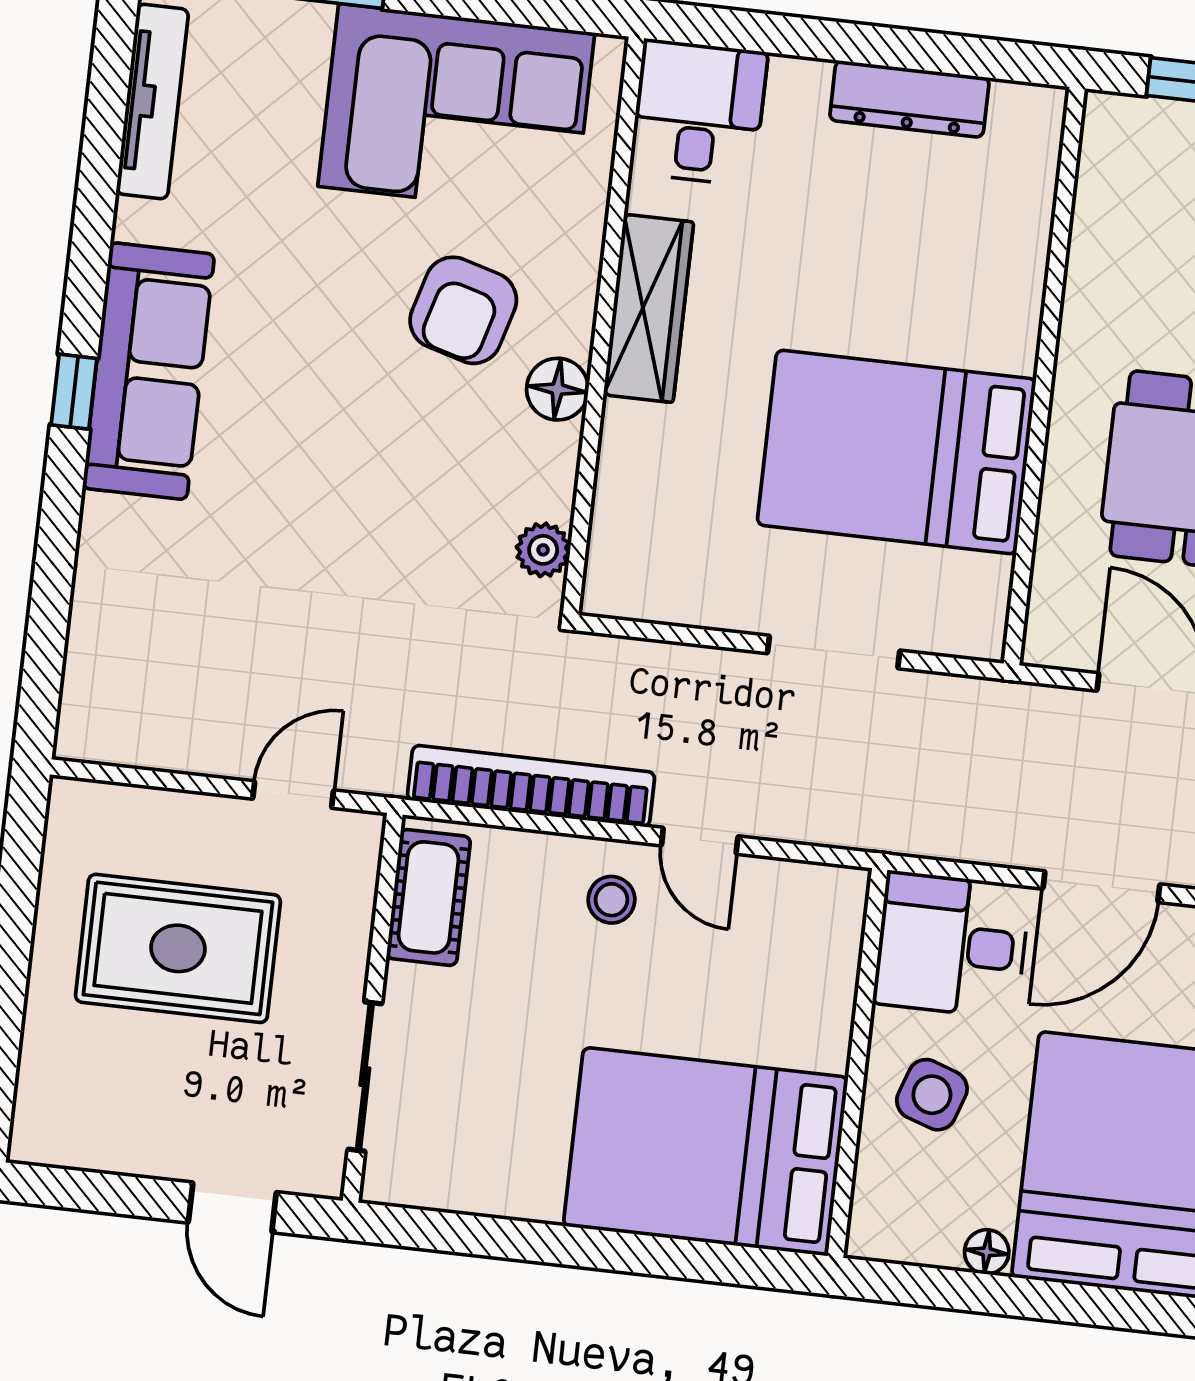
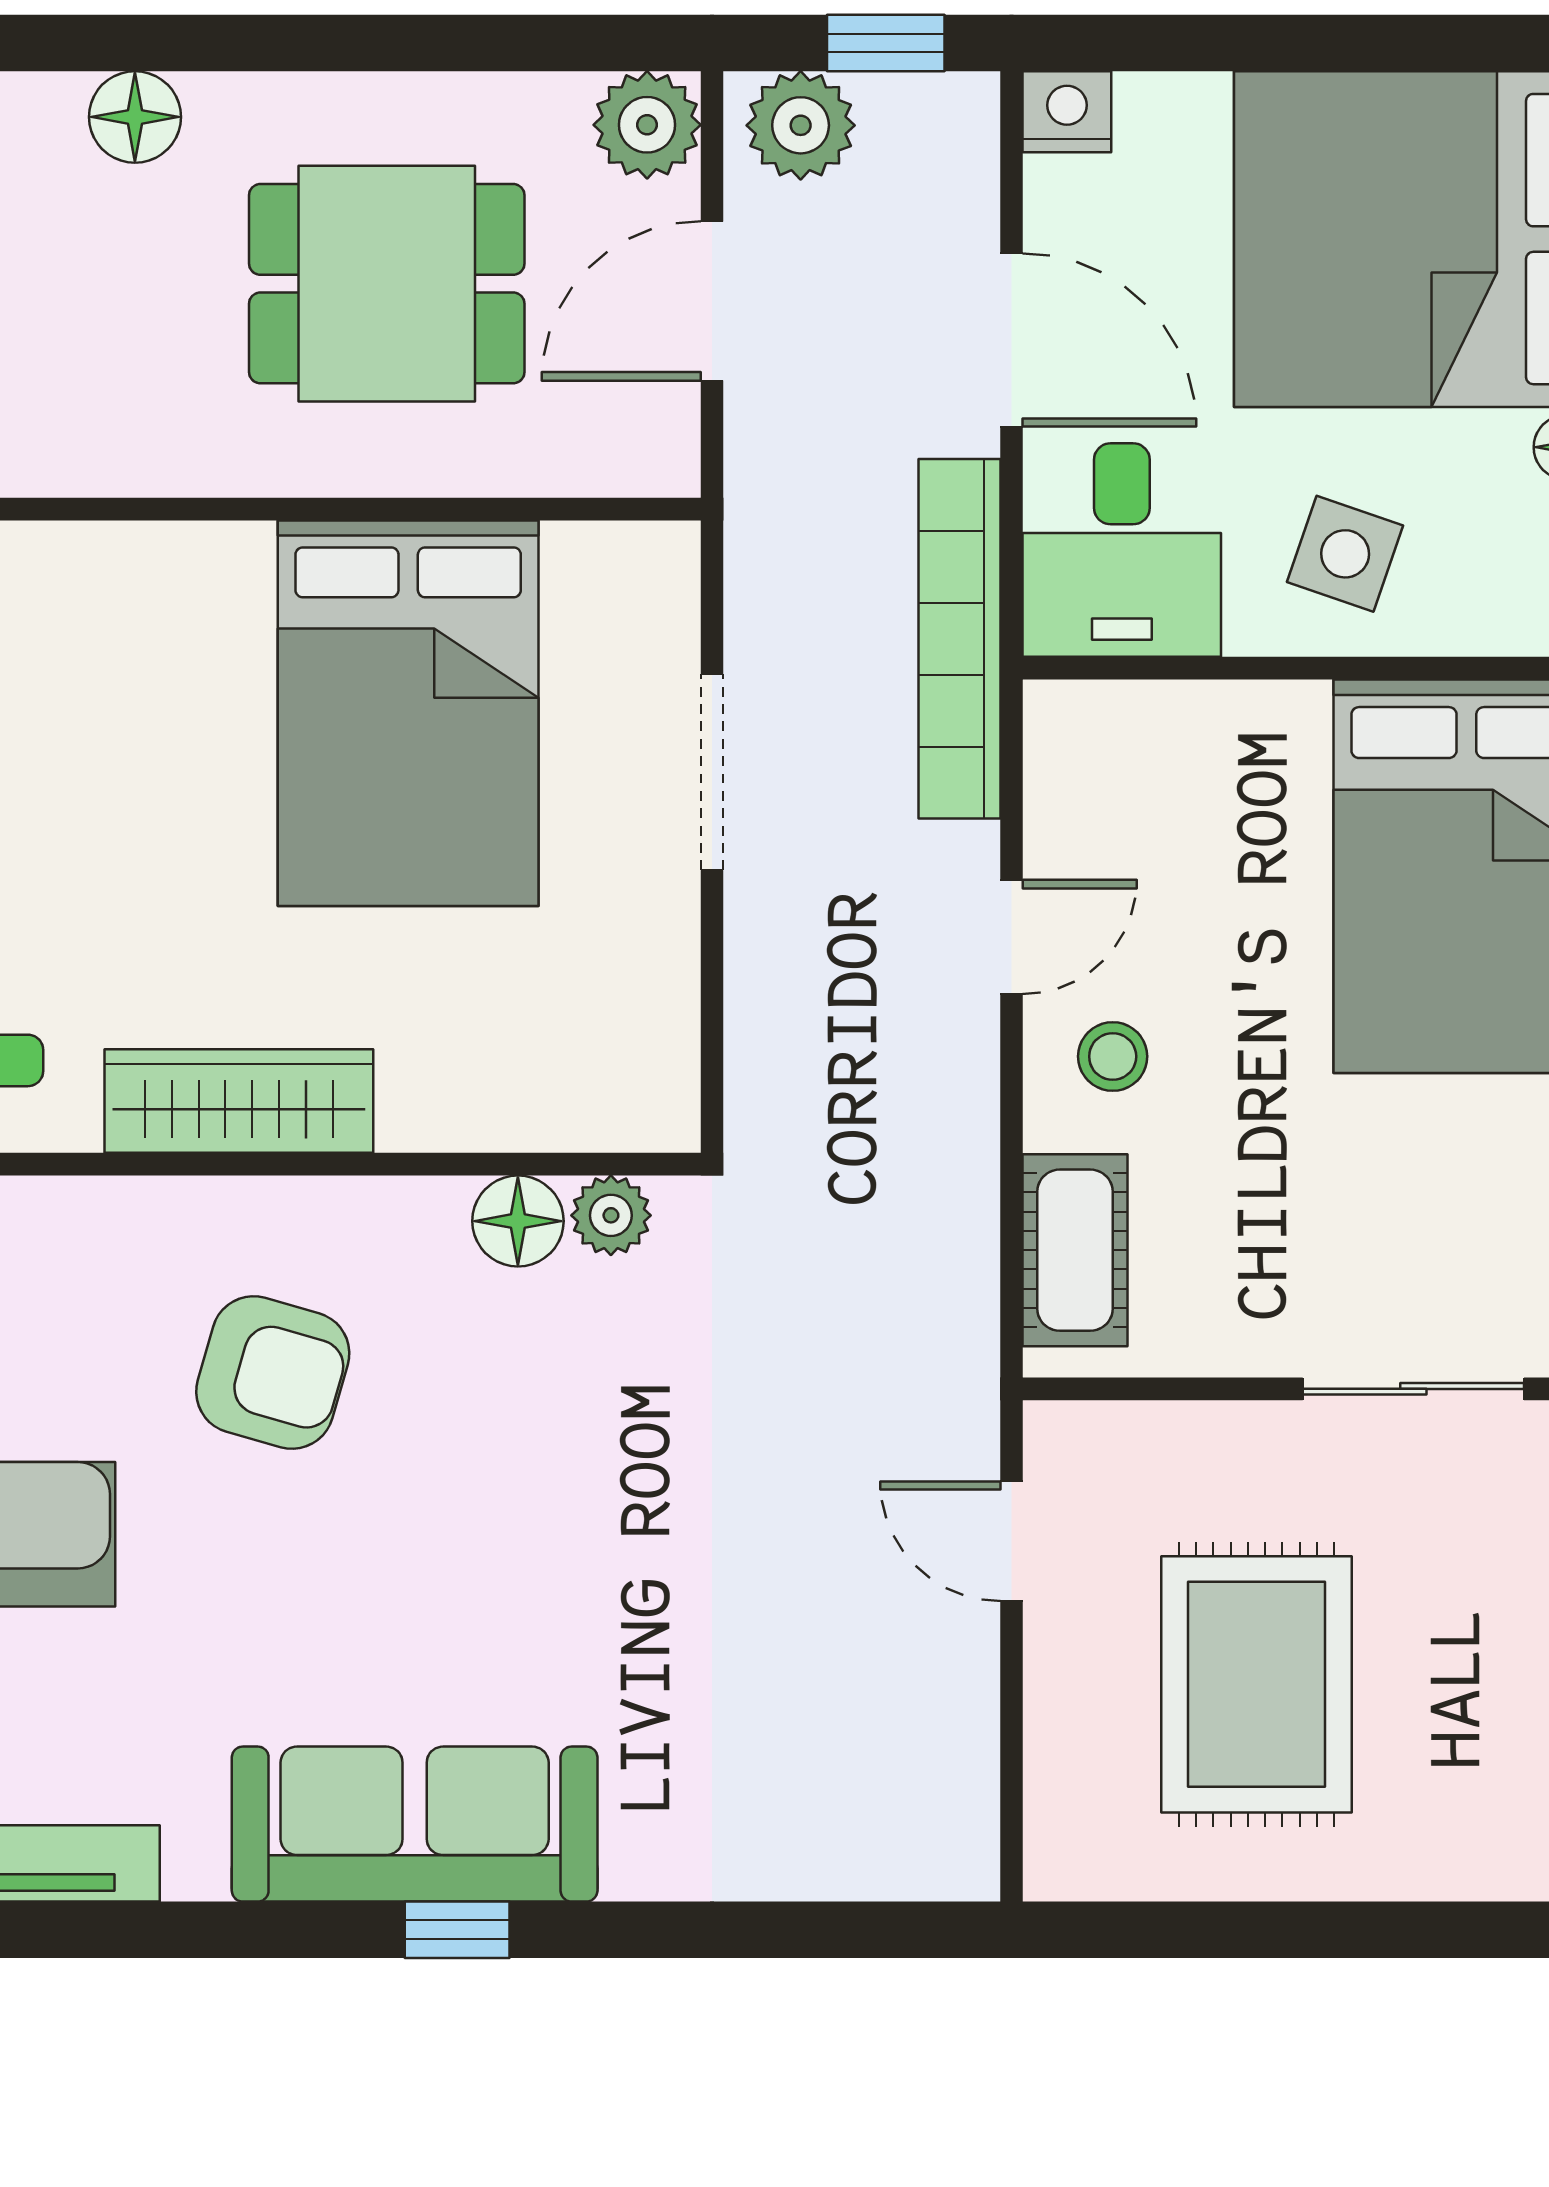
floor lamp: (557, 389) -> (518, 1221), moved
bookcase: (531, 786) -> (959, 639), moved
cot: (428, 897) -> (1075, 1250), moved, turned 90

